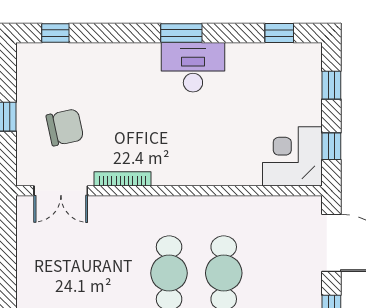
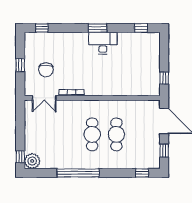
window: (331, 85) -> (164, 51), removed
chair: (65, 127) -> (46, 70), turned 102
corner desk: (292, 156) -> (147, 83), removed

